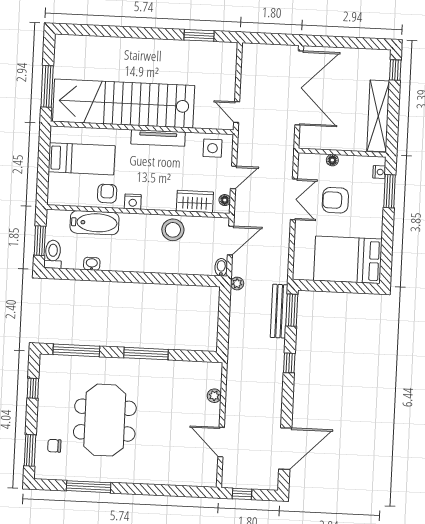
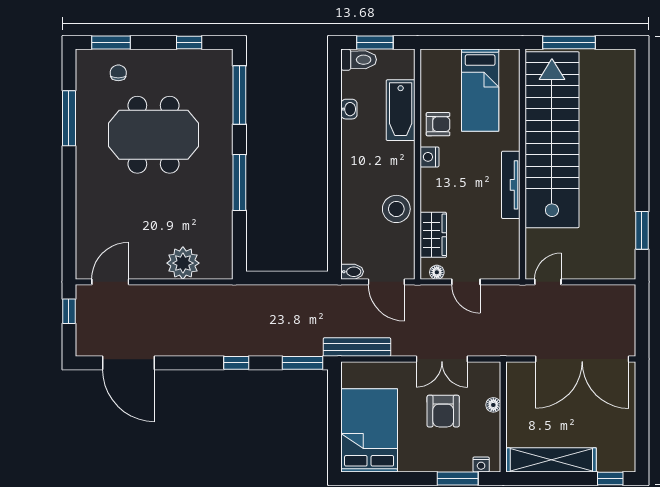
side table: (212, 148) -> (501, 254), removed
armchair: (335, 200) -> (443, 411), turned 180
plant: (237, 284) -> (333, 293), removed
bench: (279, 311) -> (357, 347), moved
plant: (214, 396) -> (183, 263), width x1.88, depth x1.88
door: (221, 442) -> (110, 282), moved

